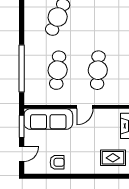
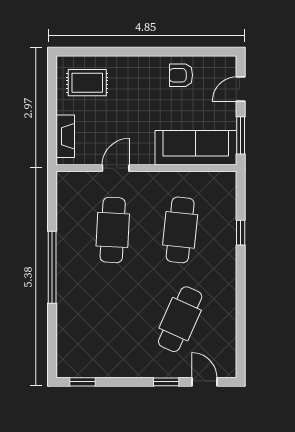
window: (22, 69) -> (241, 233), width x0.32
door: (85, 107) -> (116, 168), moved

